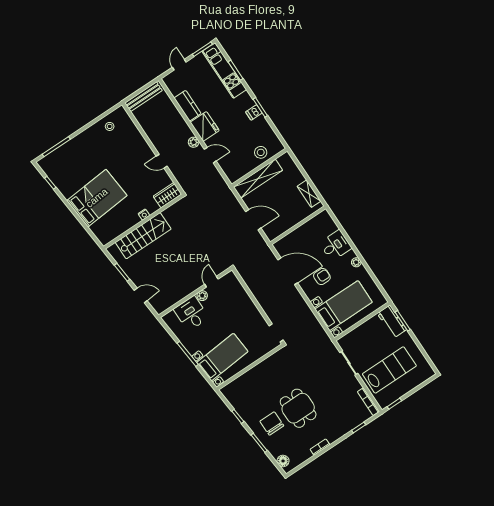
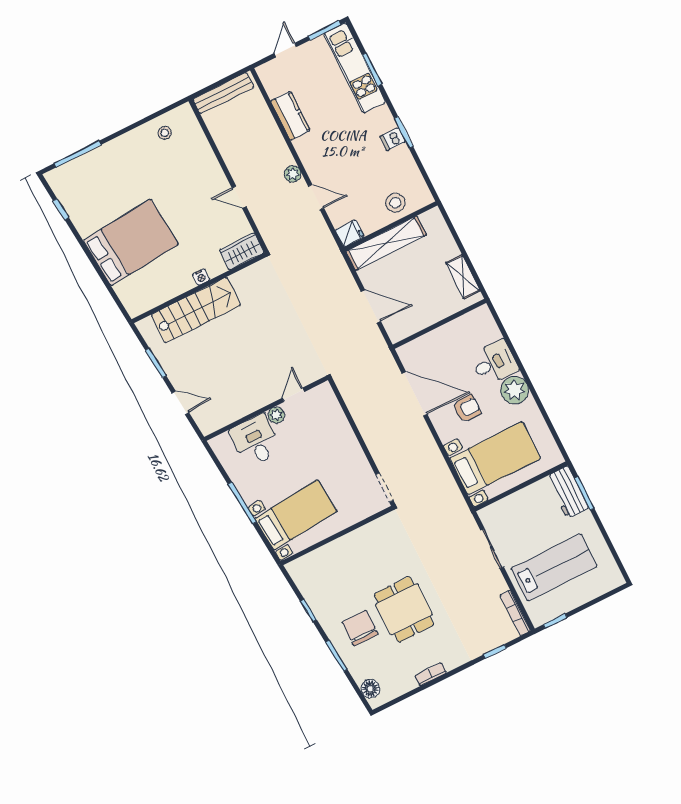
fridge: (205, 126) -> (350, 233), moved, width x0.53, depth x0.75
plant: (356, 262) -> (515, 390), width x1.87, depth x1.87

